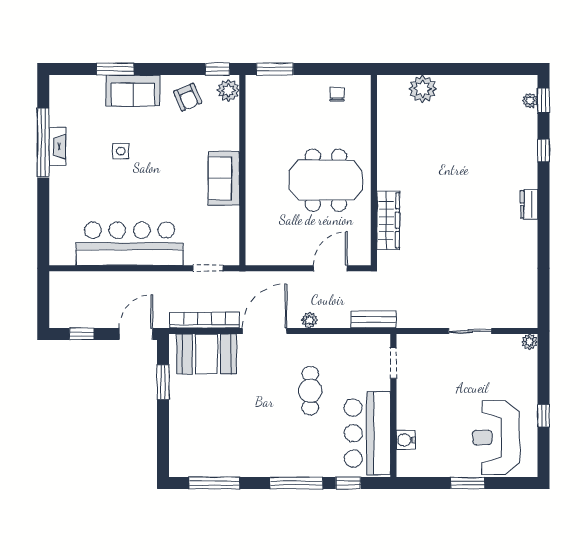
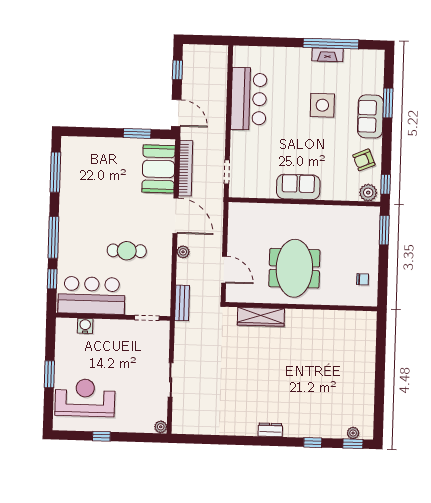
plant: (423, 89) -> (365, 347), removed
side table: (121, 151) -> (322, 105), width x1.87, depth x1.87
bar counter: (130, 244) -> (249, 99), width x0.73

